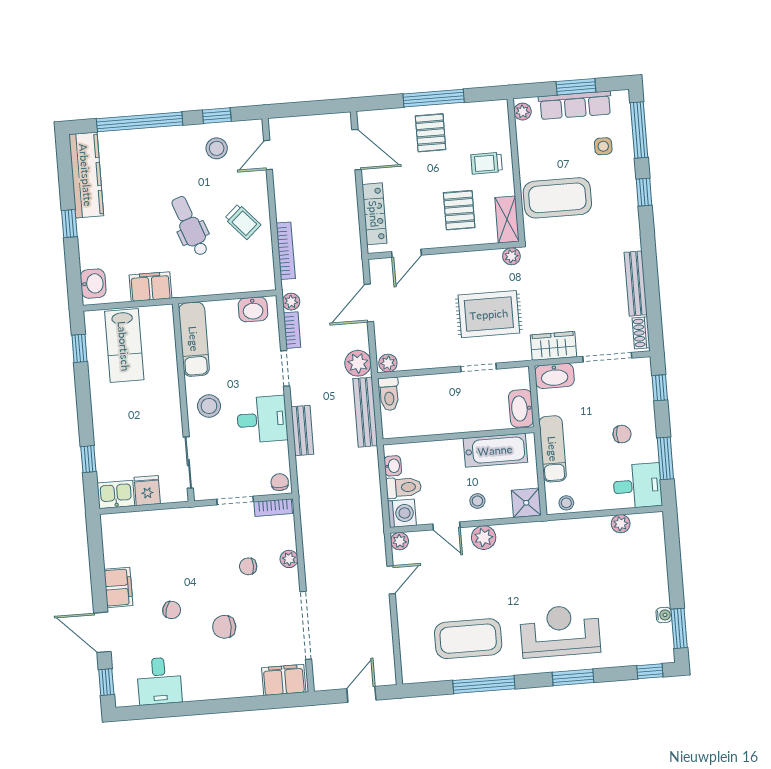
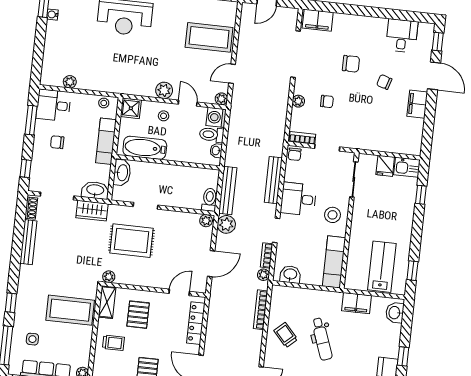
bench: (302, 431) -> (273, 180), width x1.36
coffee table: (468, 639) -> (209, 37), moved

